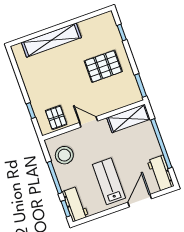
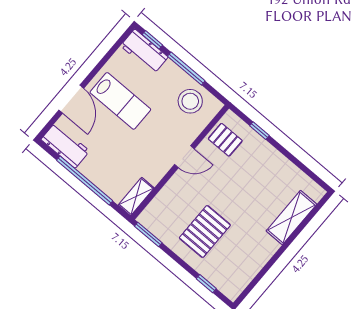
shelving: (51, 40) -> (291, 218), width x0.68
shelving: (129, 118) -> (136, 197), width x0.67, depth x0.75

